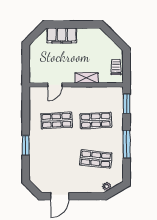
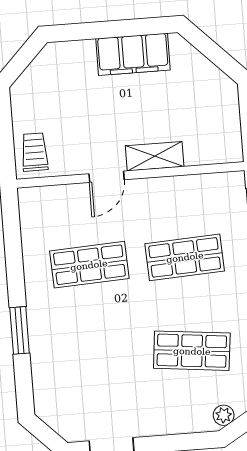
filing cabinet: (62, 35) -> (133, 54), moved
trolley: (116, 67) -> (35, 152), moved
door: (55, 85) -> (107, 177), moved

